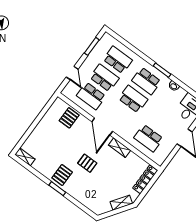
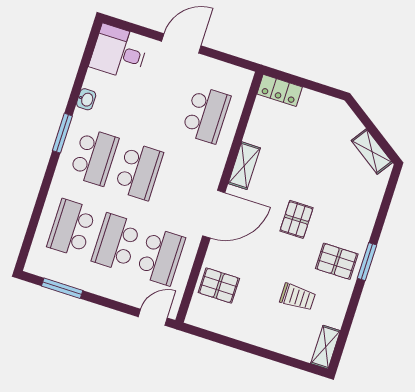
door: (72, 73) -> (153, 317), moved
school desk: (133, 99) -> (139, 171), turned 180
trolley: (52, 152) -> (298, 297), added
locker: (145, 179) -> (280, 90), width x0.66
shelving: (121, 203) -> (372, 151), moved

